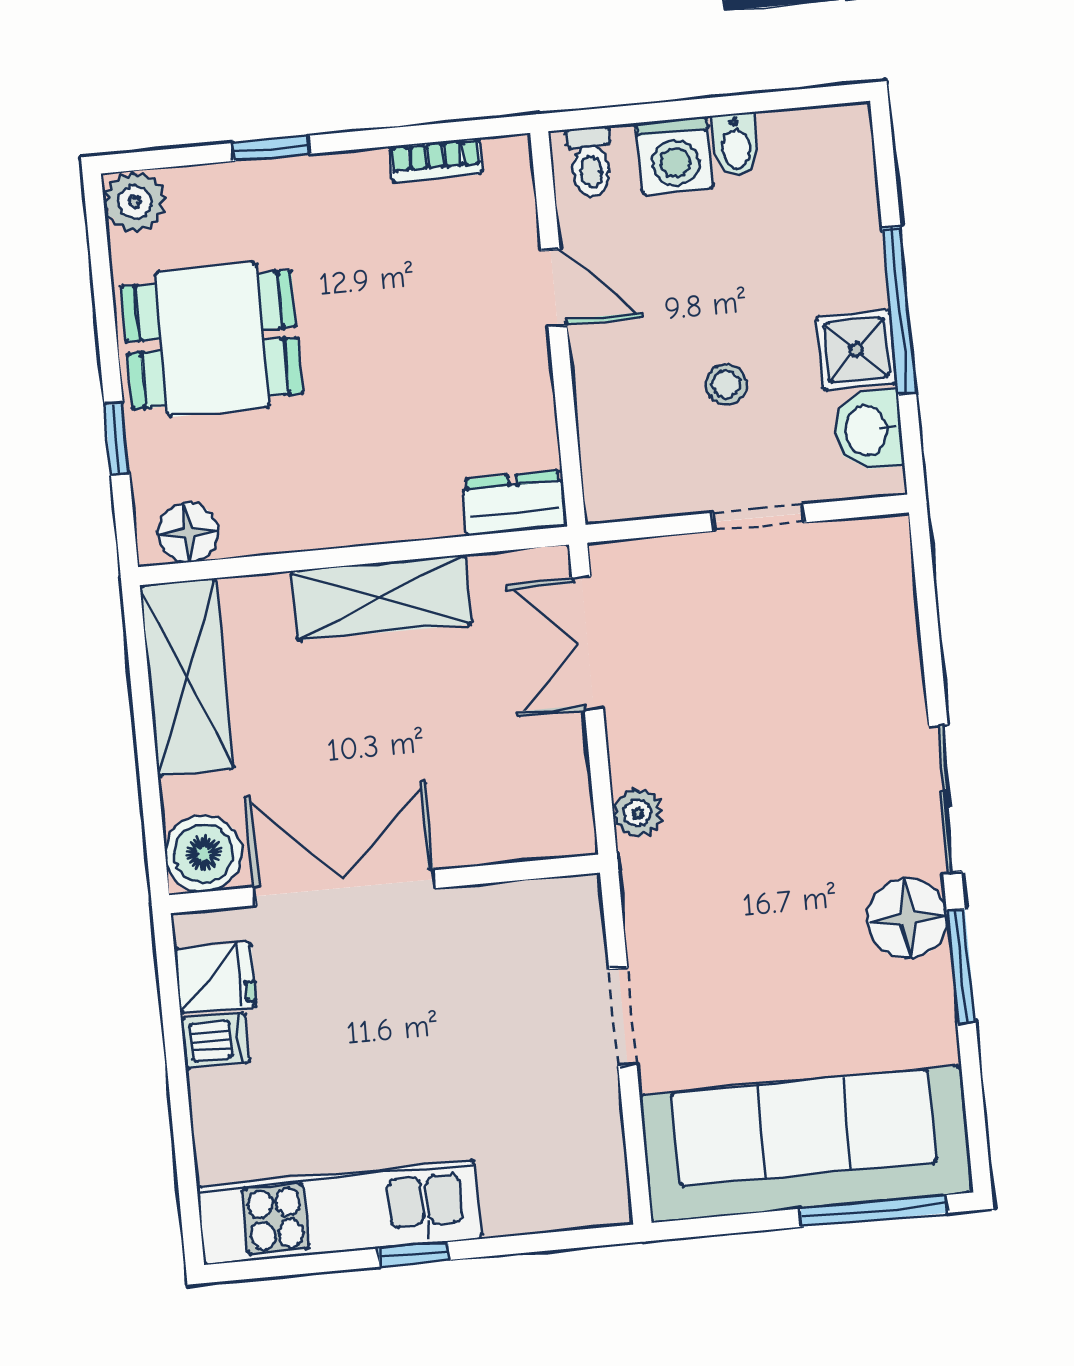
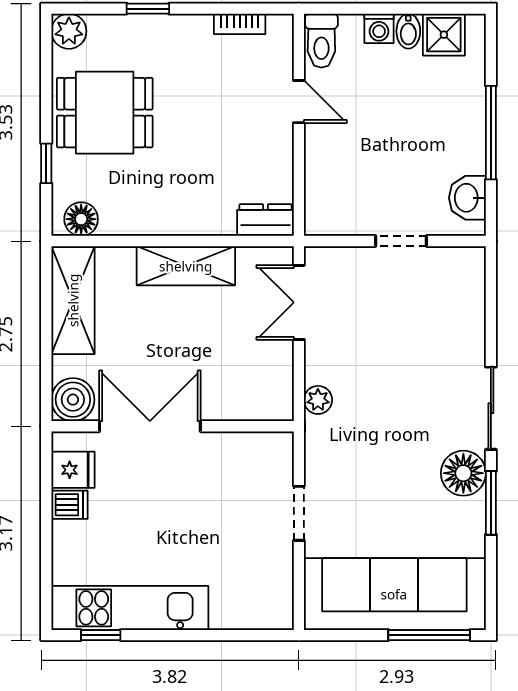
washing machine: (675, 155) -> (379, 28), width x0.73, depth x0.73
toilet: (590, 162) -> (321, 41), width x1.37, depth x1.39
shower: (856, 350) -> (444, 35), moved
stool: (726, 384) -> (390, 165), removed
window: (414, 1254) -> (101, 635), moved

